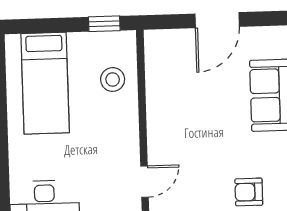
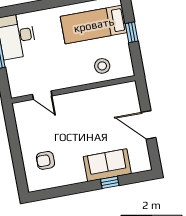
window: (104, 24) -> (132, 32), moved
armchair: (249, 192) -> (45, 160), turned -90

